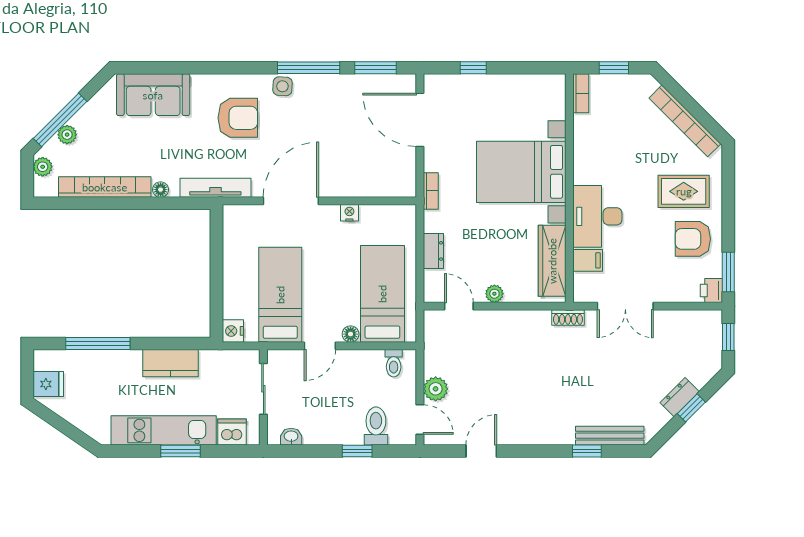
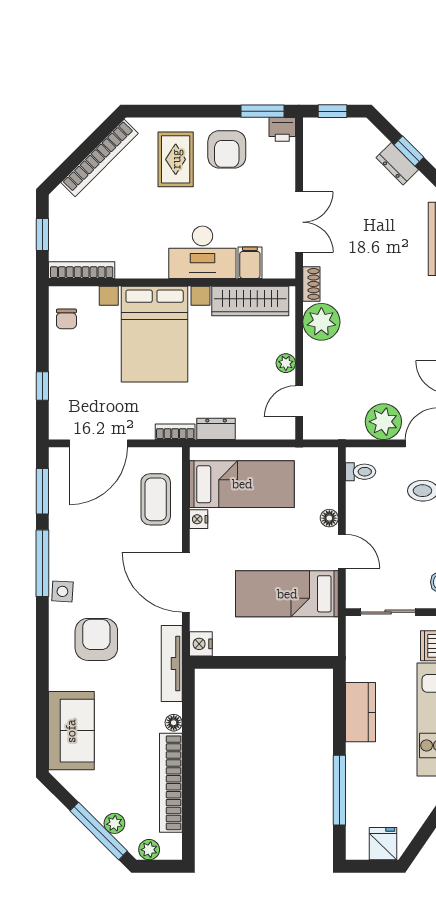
chair: (535, 90) -> (66, 319), added
bookcase: (581, 93) -> (82, 270), width x1.56
coffee table: (368, 173) -> (156, 499), added
dresser: (433, 251) -> (216, 429), moved
bed: (382, 294) -> (242, 484), moved, turned 180
plant: (533, 327) -> (321, 322), added
nightstand: (233, 331) -> (201, 644), moved, turned 90
plant: (436, 389) -> (383, 422), width x1.36, depth x1.36

